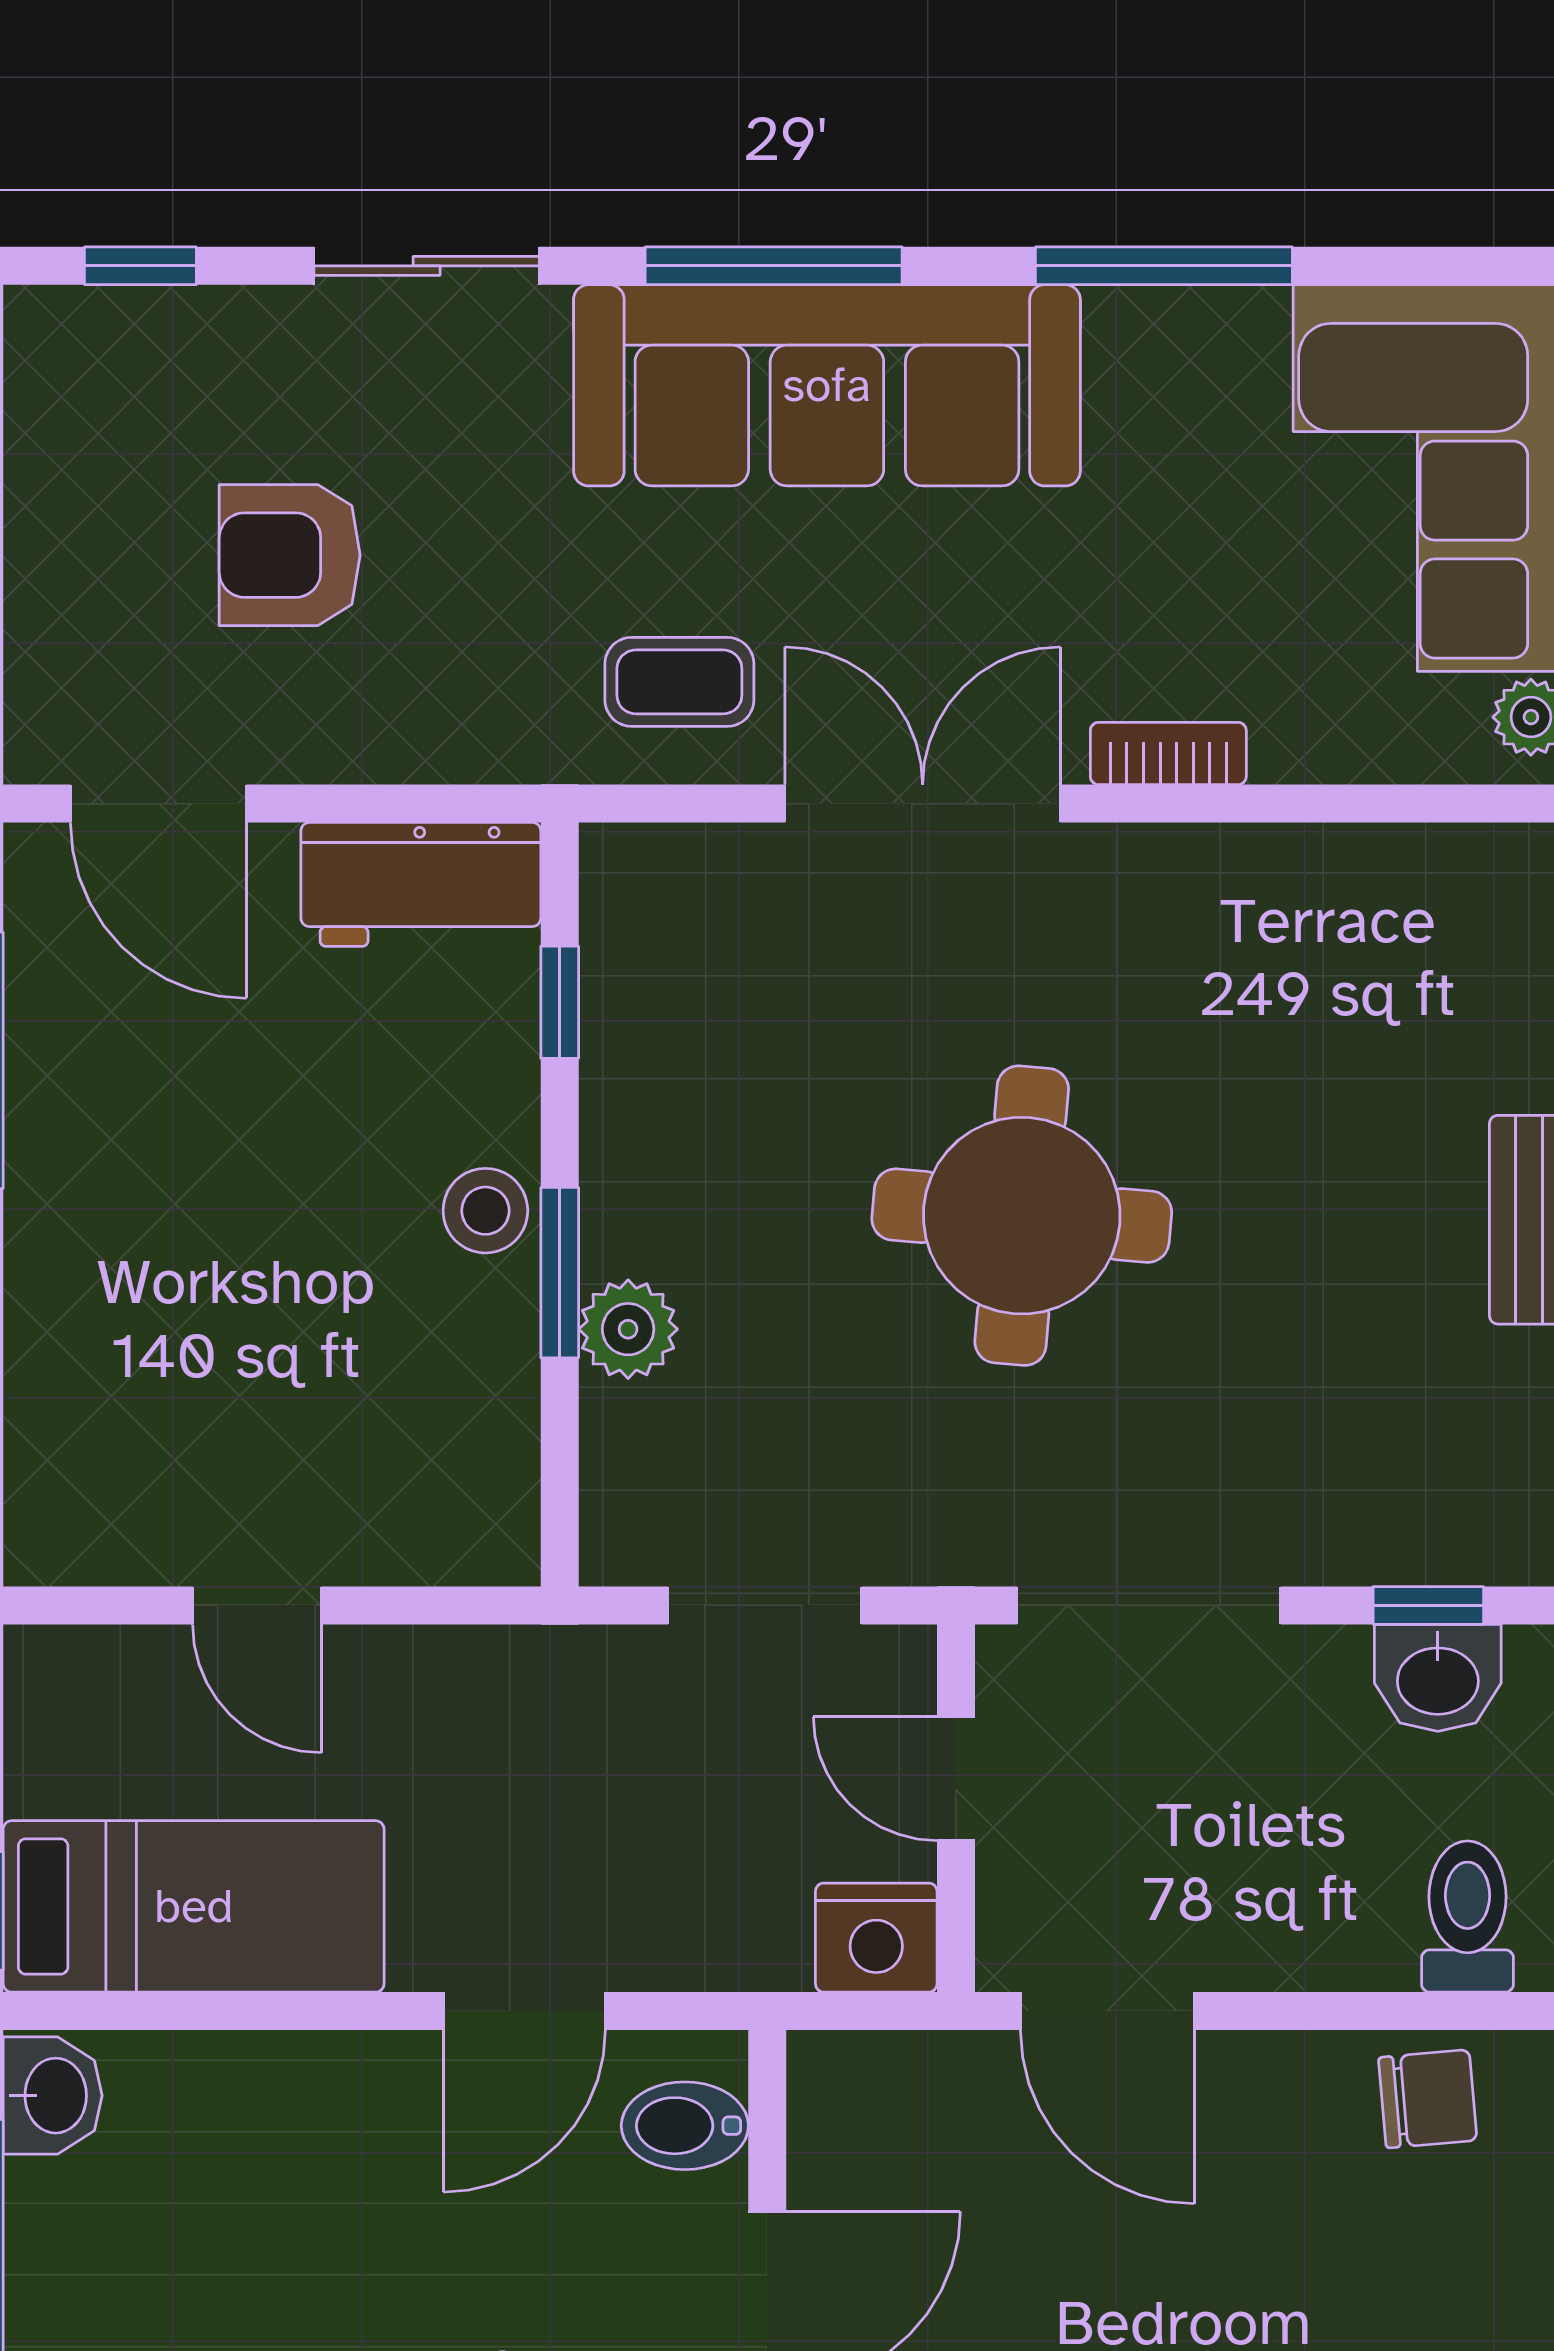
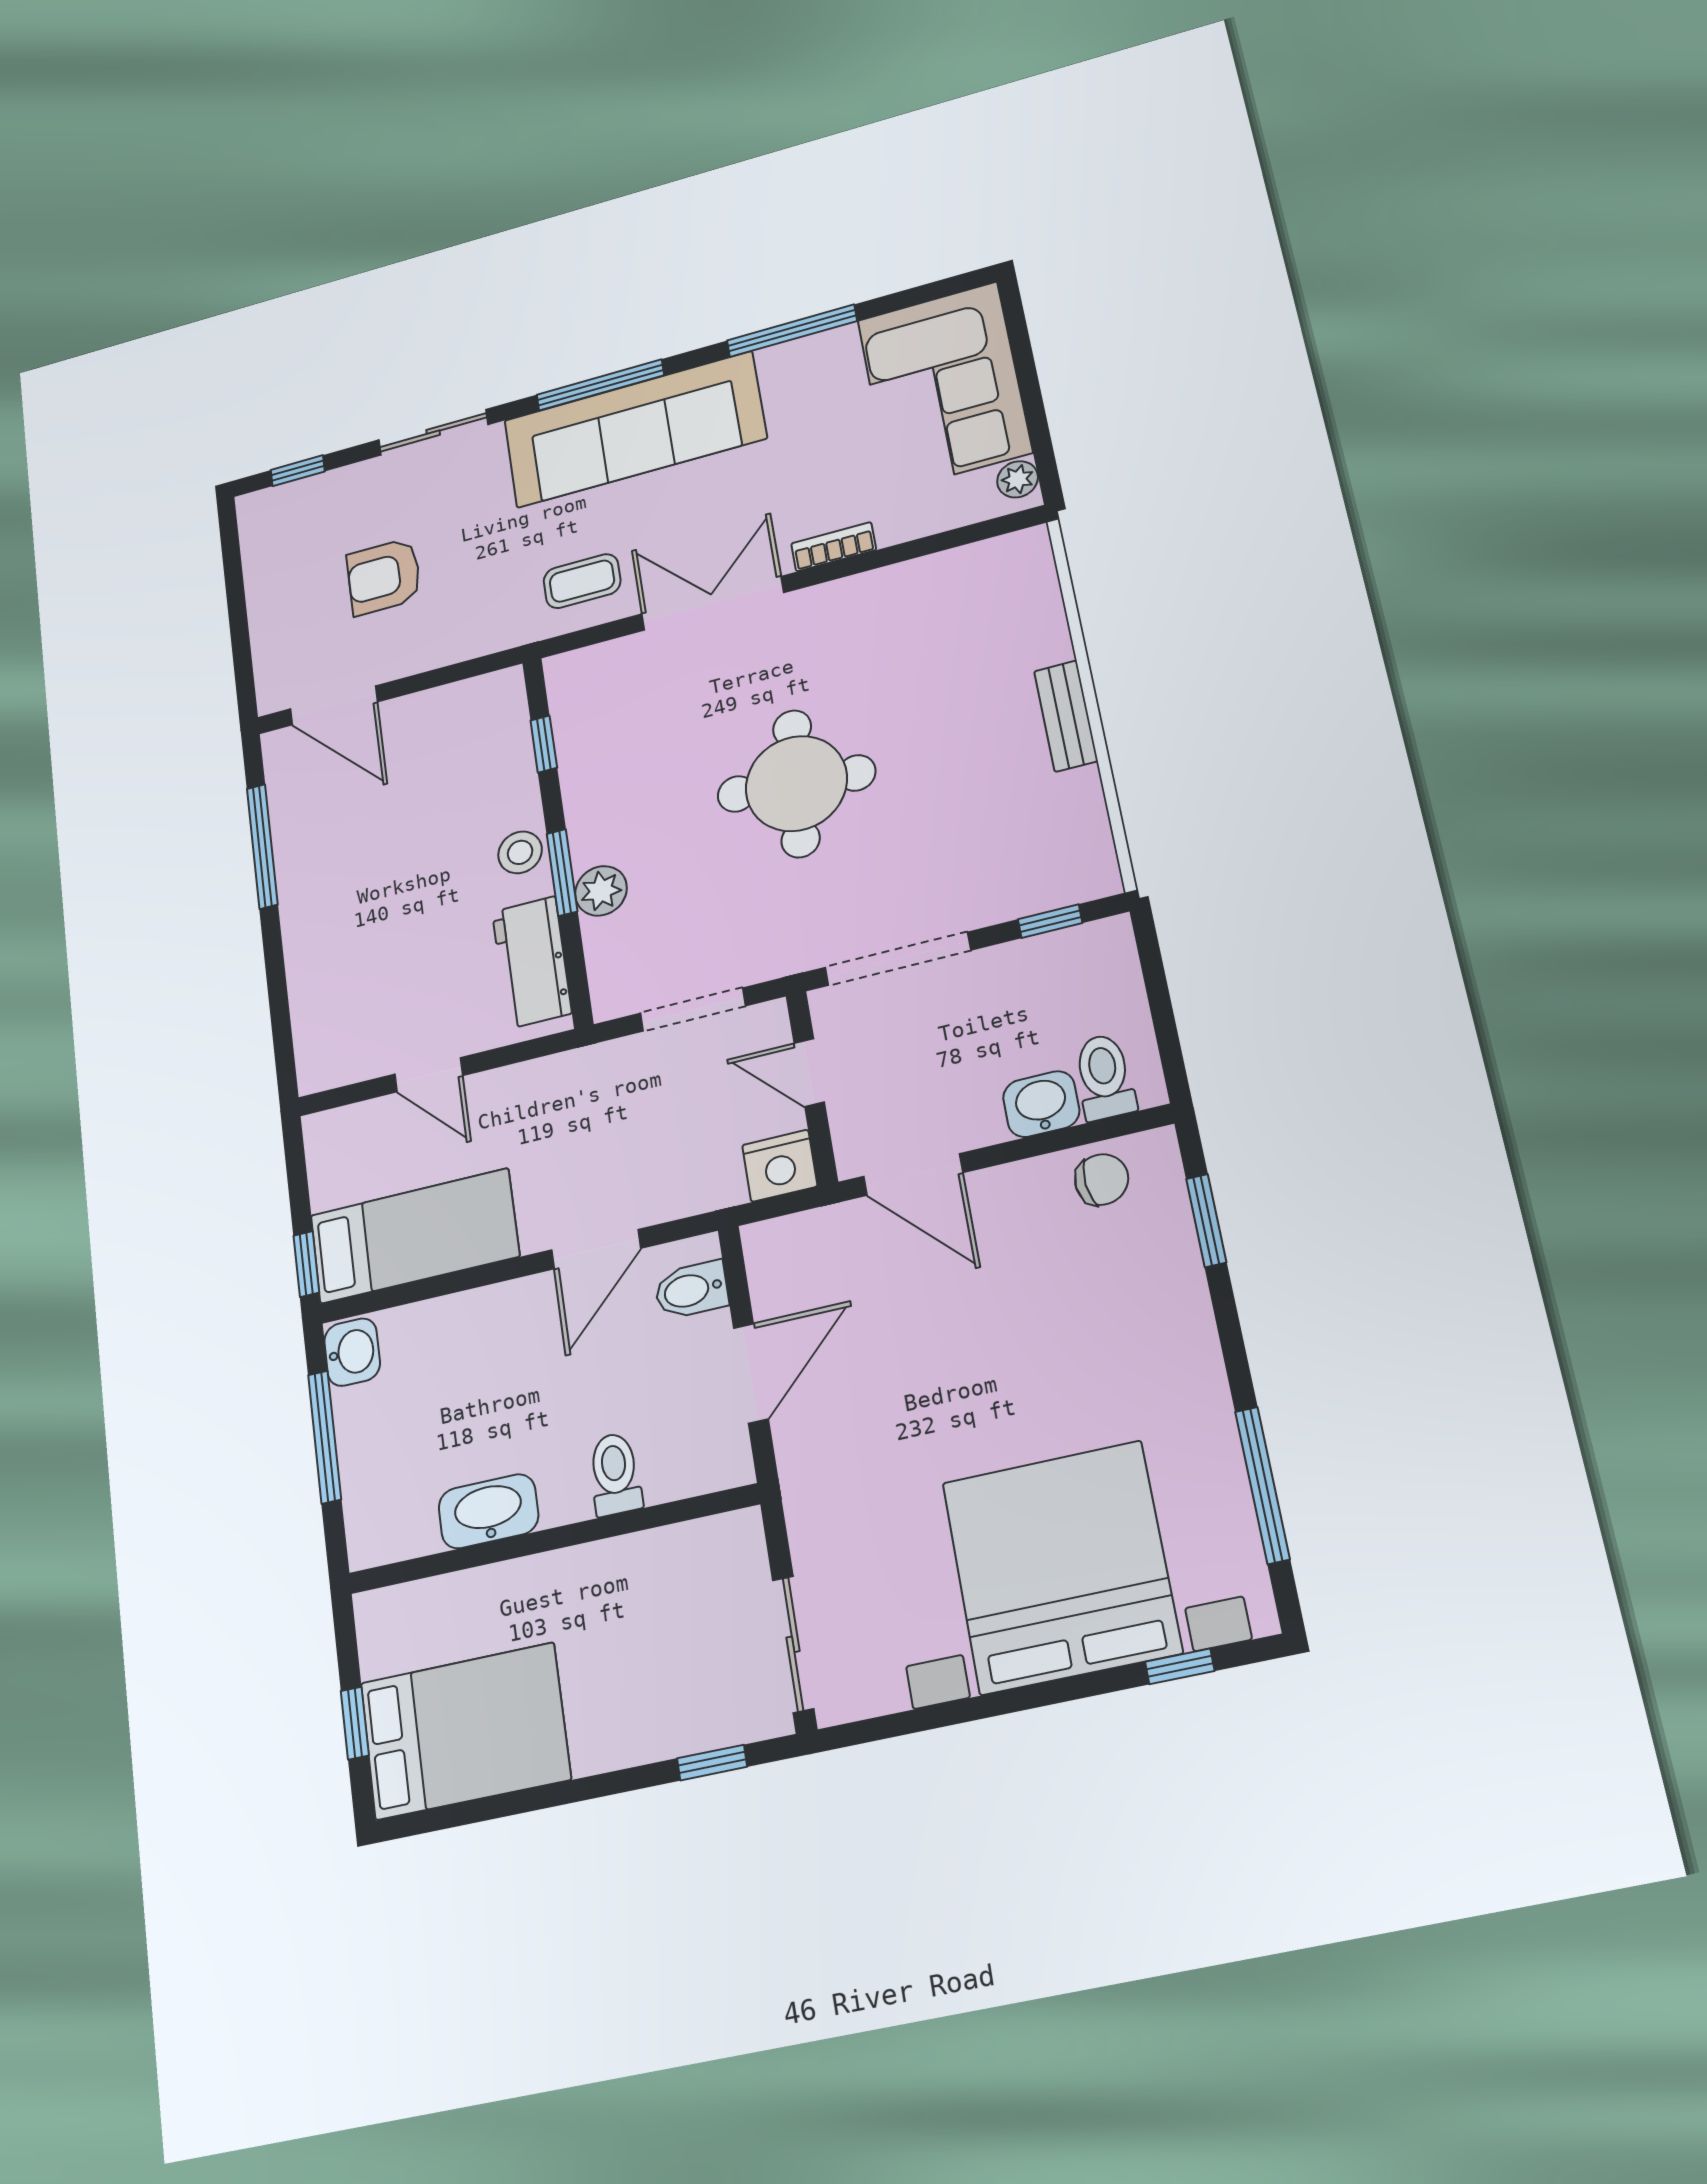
workbench: (421, 884) -> (532, 962), moved, turned 90
washbasin: (1438, 1678) -> (1041, 1104), moved, turned 180

